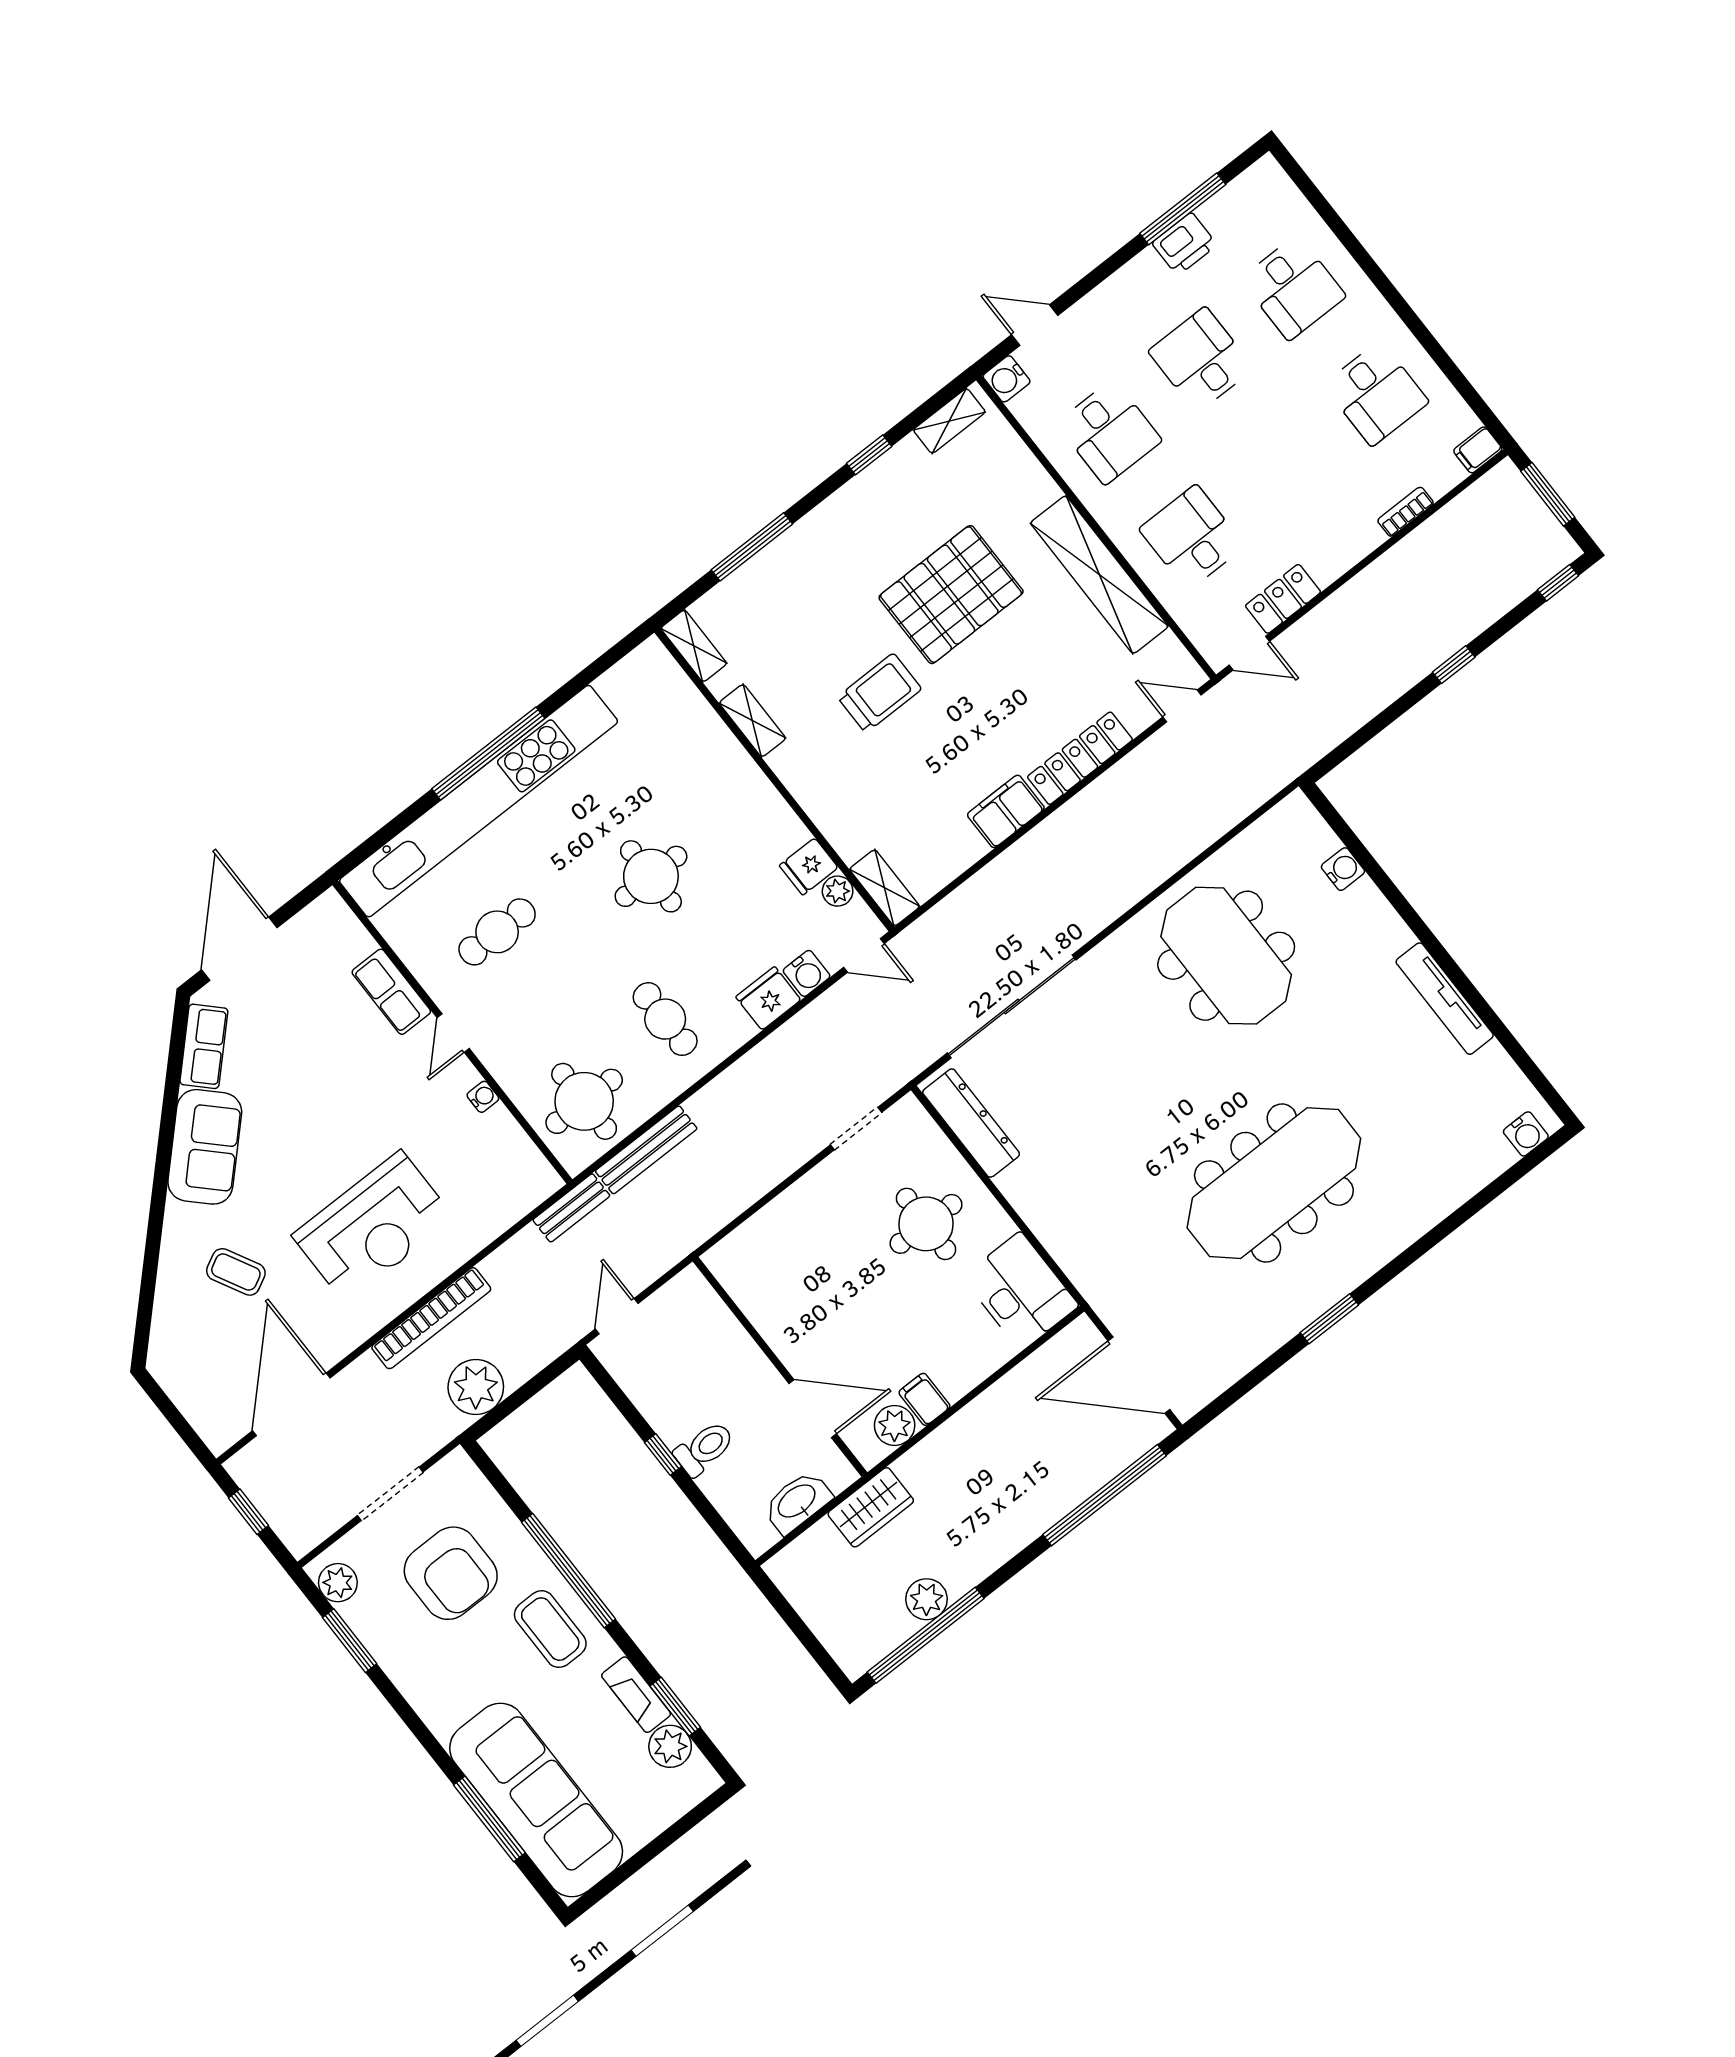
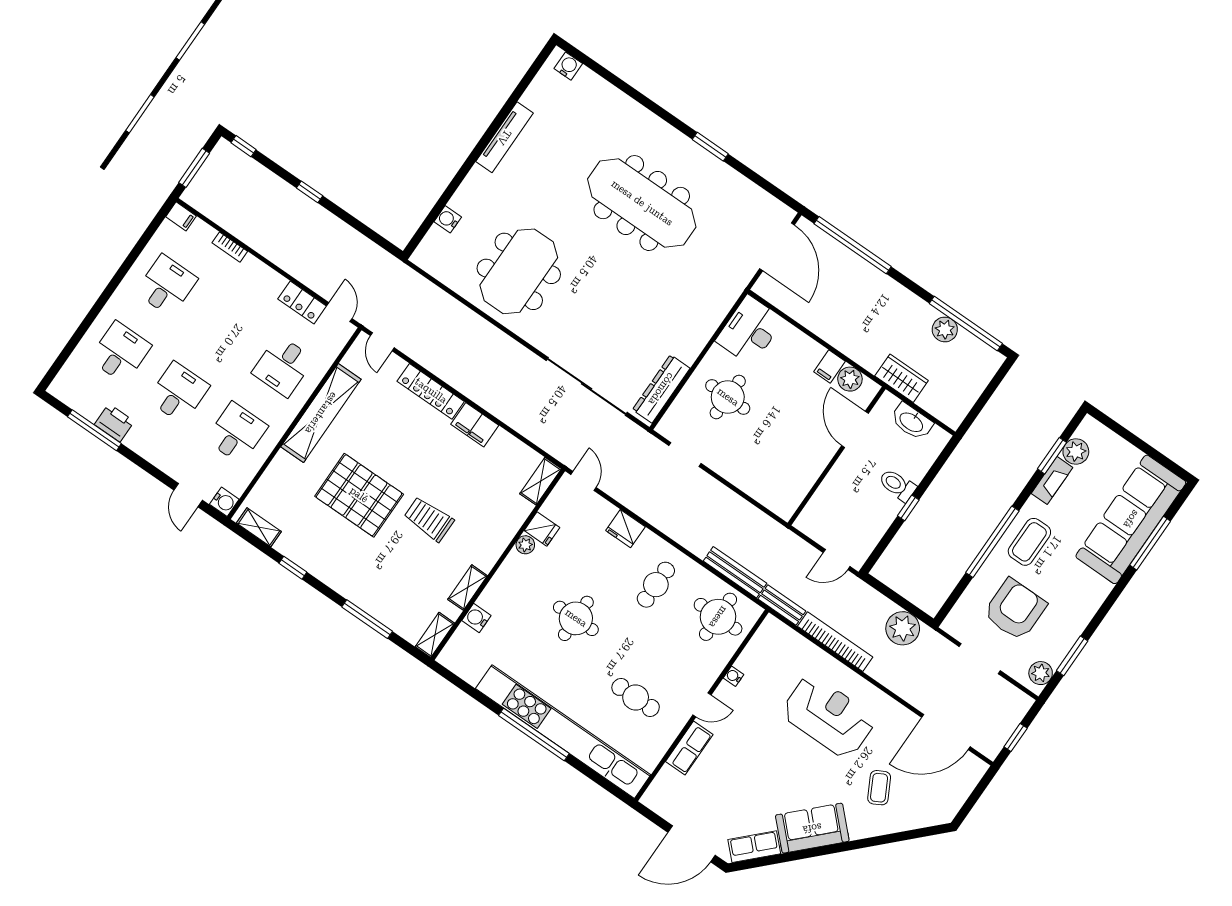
desk: (1201, 360) -> (178, 393), turned 180
plant: (838, 891) -> (525, 545), moved
water cooler: (807, 973) -> (476, 618), moved, turned -90
bookcase: (431, 1318) -> (835, 642), moved

